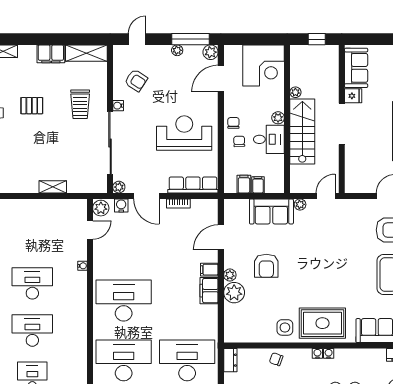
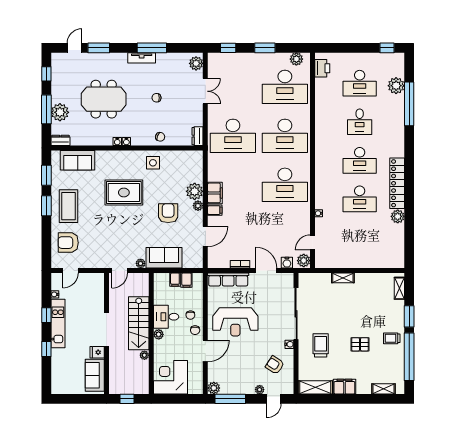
plant: (177, 50) -> (260, 390), moved
door: (221, 79) -> (205, 351), moved
plant: (119, 187) -> (289, 278), removed
rug: (322, 323) -> (124, 193), moved

